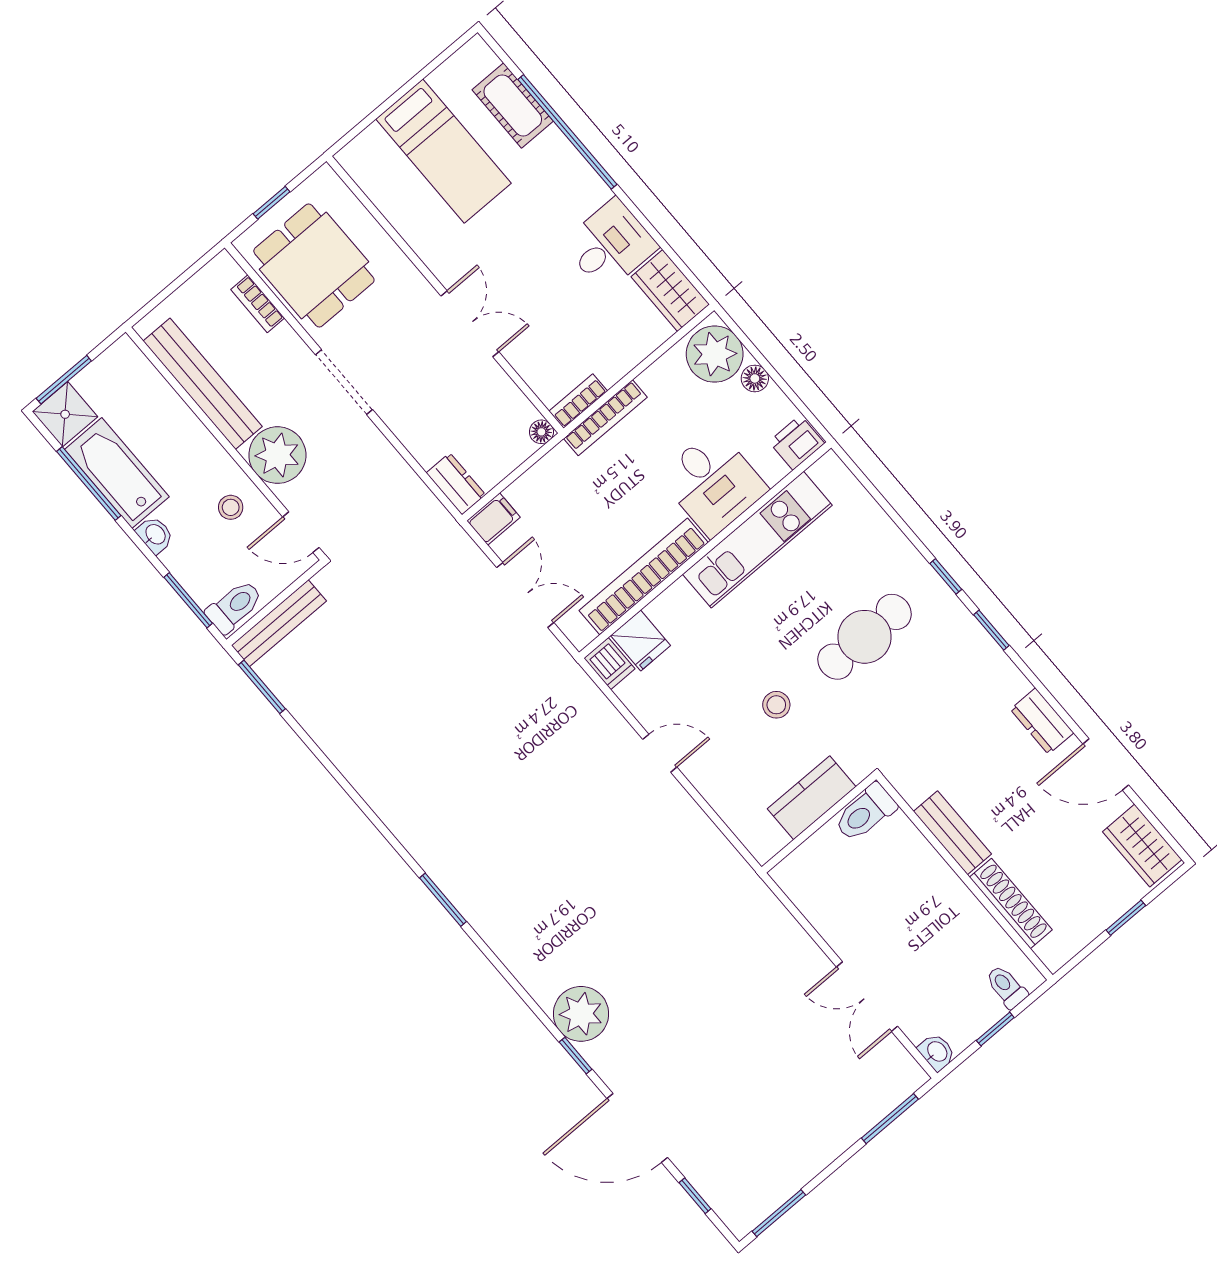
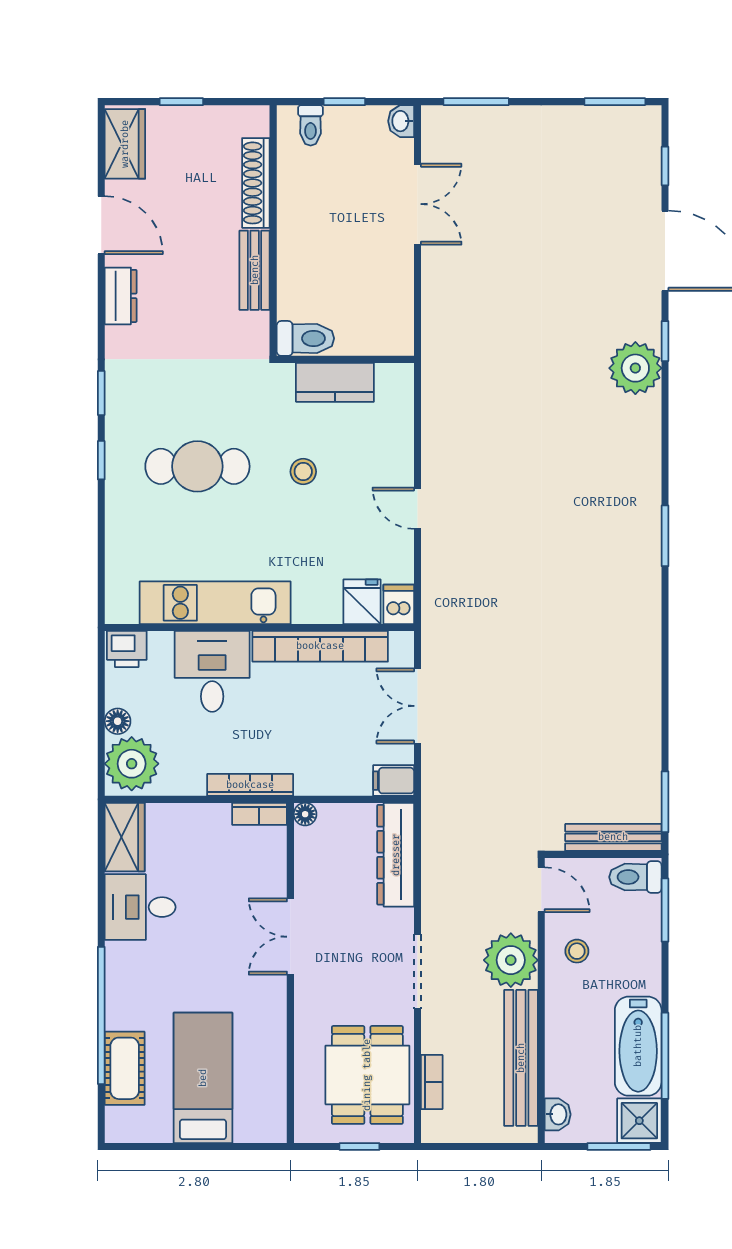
dresser: (456, 484) -> (396, 855), width x1.96, depth x1.24
washbasin: (155, 535) -> (558, 1114), moved, turned 180

